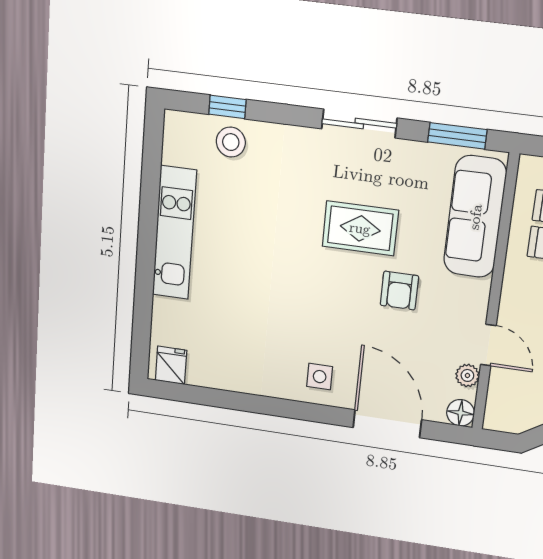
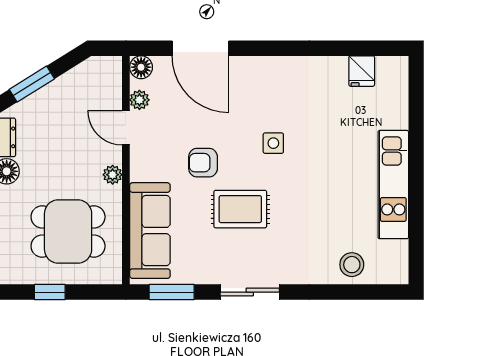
window: (227, 107) -> (357, 292), removed
armchair: (399, 291) -> (203, 163), turned -90
plant: (512, 291) -> (113, 175), added
fridge: (171, 365) -> (362, 71), moved
side table: (320, 377) -> (273, 143), moved

